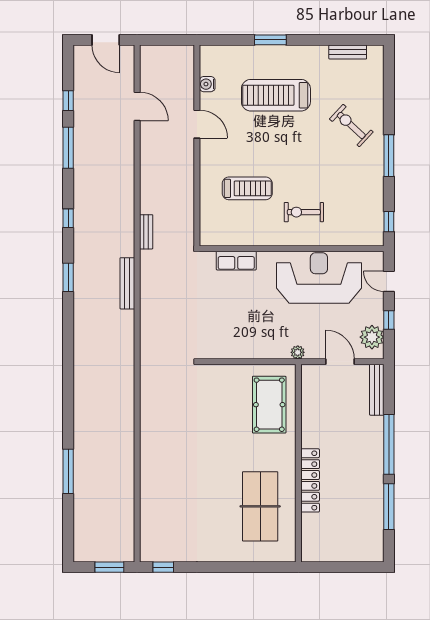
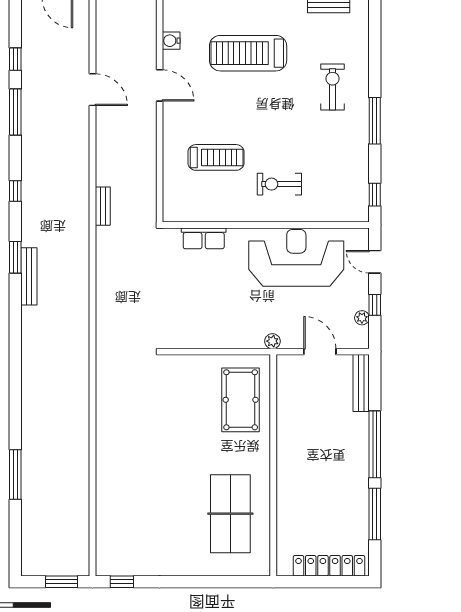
door: (137, 106) -> (93, 90), moved
exercise bike: (351, 125) -> (333, 87), turned 47
bench: (127, 283) -> (29, 276), moved
plant: (372, 337) -> (362, 318), width x0.53, depth x0.53
locker: (310, 480) -> (329, 566), moved, turned -90

